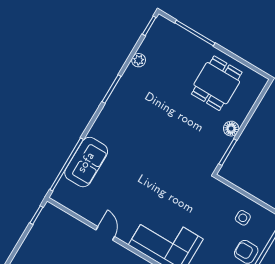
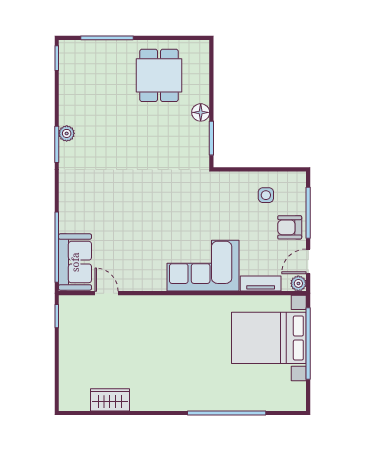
plant: (139, 60) -> (67, 133), moved
sofa: (86, 162) -> (75, 262), moved
door: (105, 233) -> (107, 293), moved

